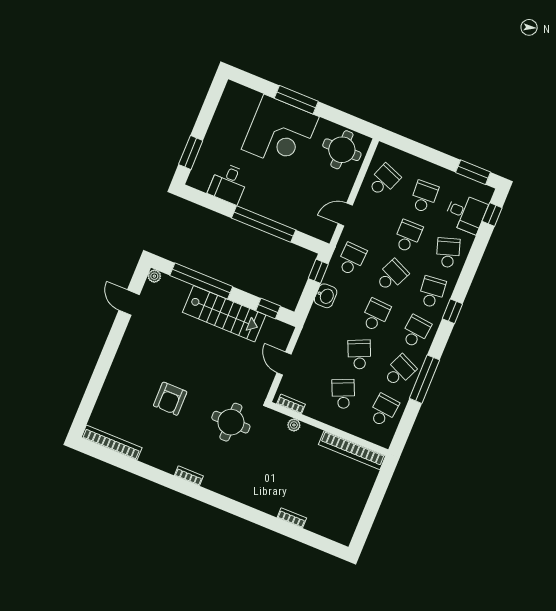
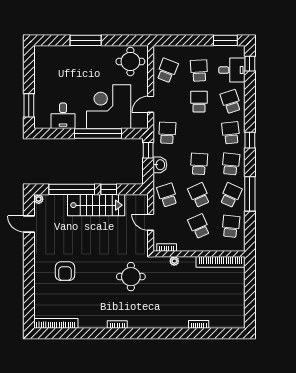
corner desk: (280, 133) -> (109, 107), moved, turned 180
school desk: (392, 276) -> (167, 195), moved, turned -42
window: (268, 308) -> (109, 189), moved
armchair: (170, 399) -> (65, 271), moved

